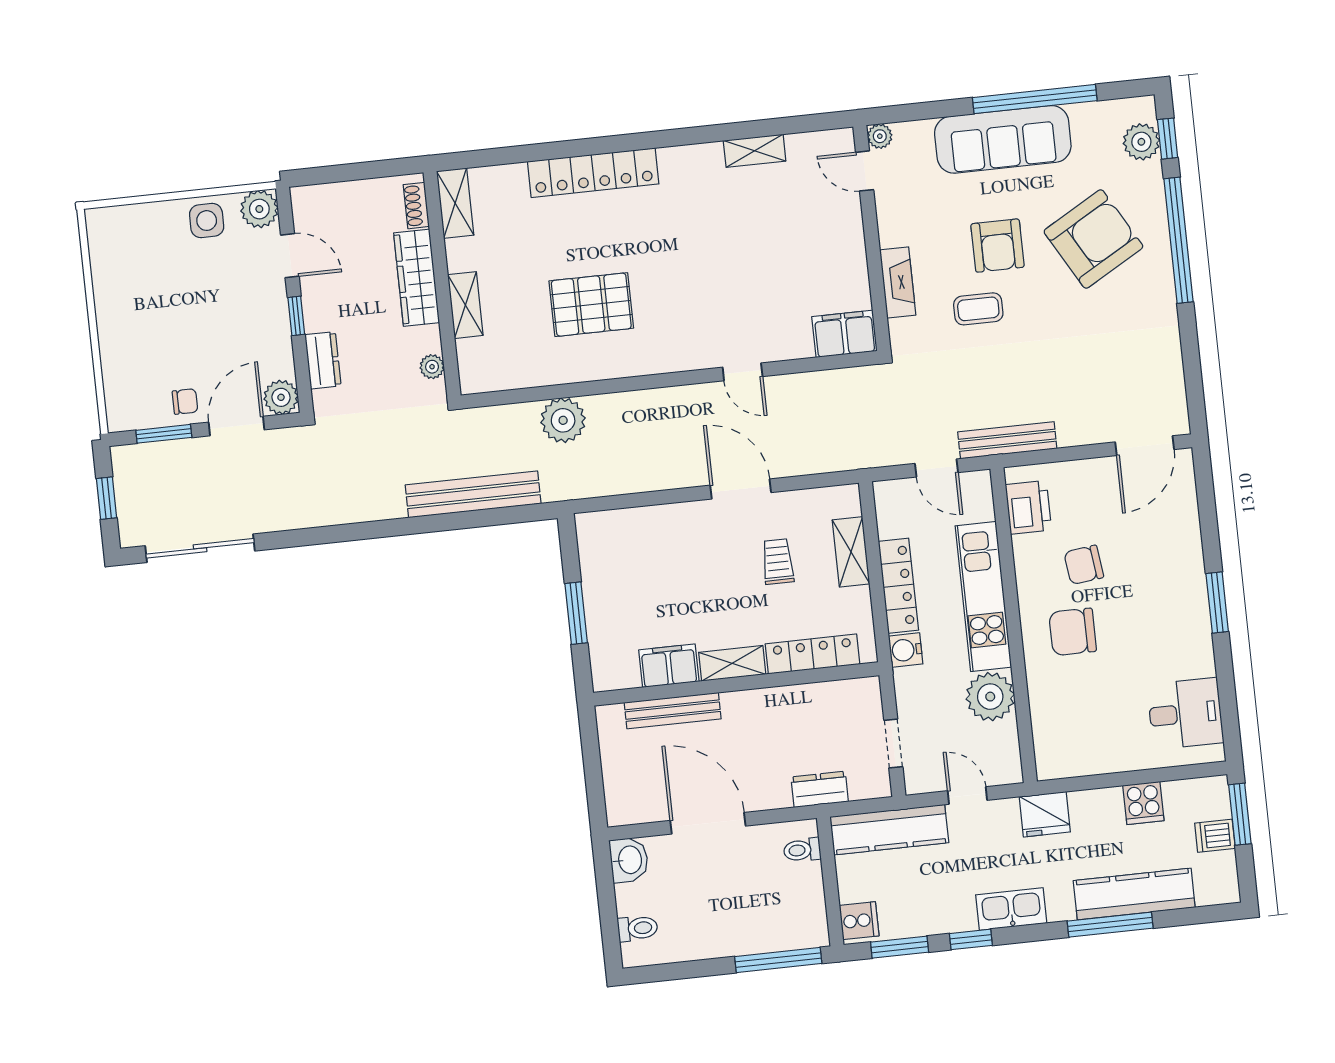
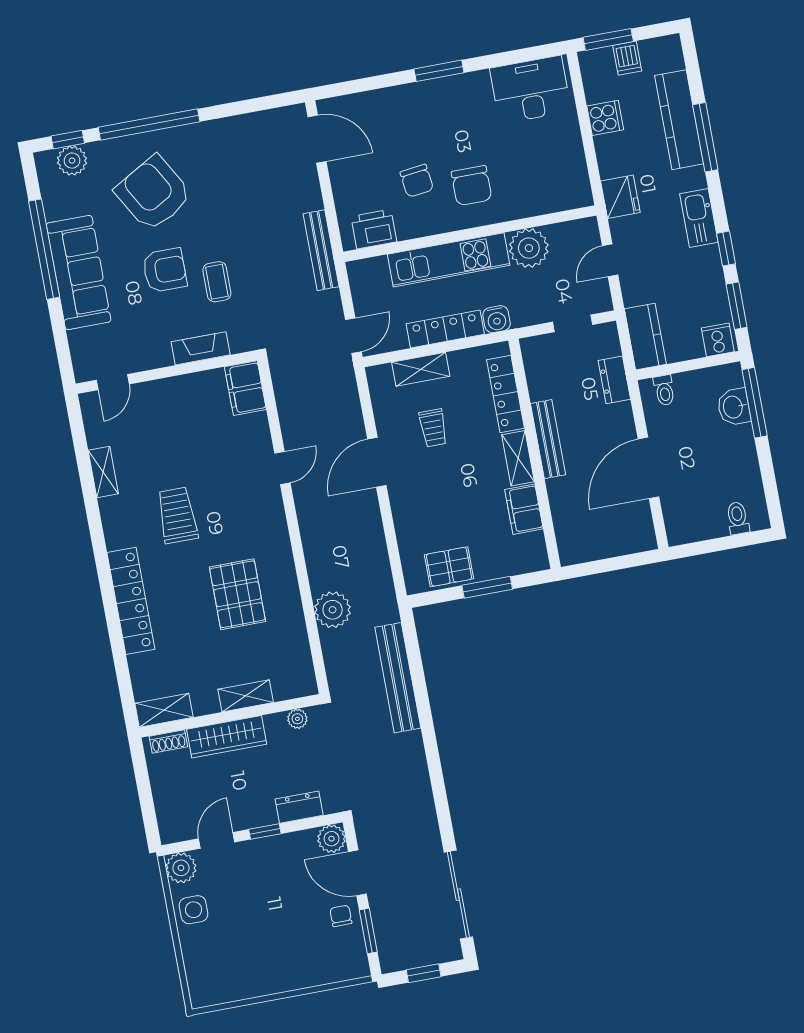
plant: (880, 136) -> (84, 372), removed
trolley: (694, 238) -> (177, 515), added
door: (937, 468) -> (353, 336), moved
trolley: (778, 562) -> (433, 428), turned -90
pallet: (605, 568) -> (449, 567), added
bench: (673, 711) -> (548, 439), moved
desk: (1185, 714) -> (530, 90), width x1.37
kitchen counter: (889, 830) -> (645, 337), width x0.67
washbasin: (629, 860) -> (734, 407), moved, turned -90

